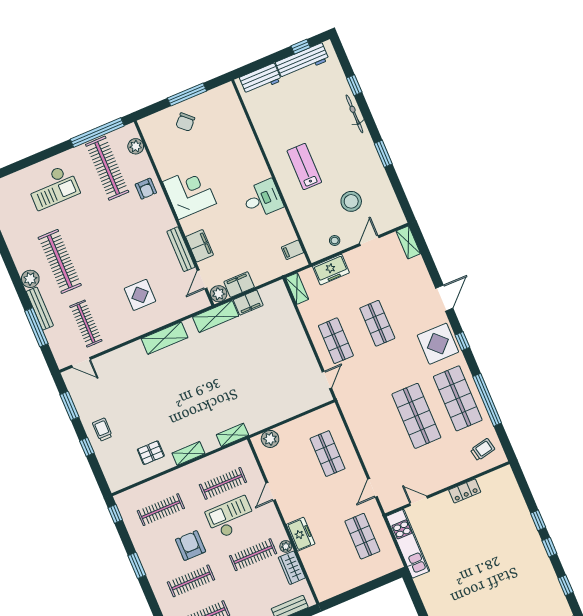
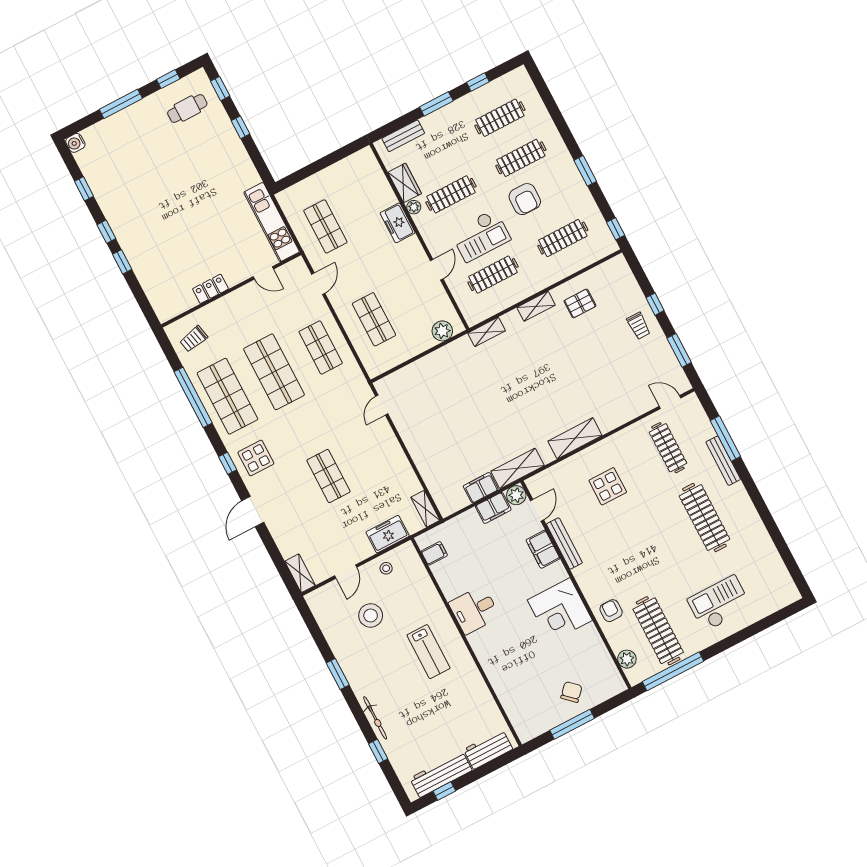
plant: (30, 279) -> (737, 494), removed
shop shelf: (336, 341) -> (321, 347), moved
display table: (438, 344) -> (256, 458), width x0.73, depth x0.73

